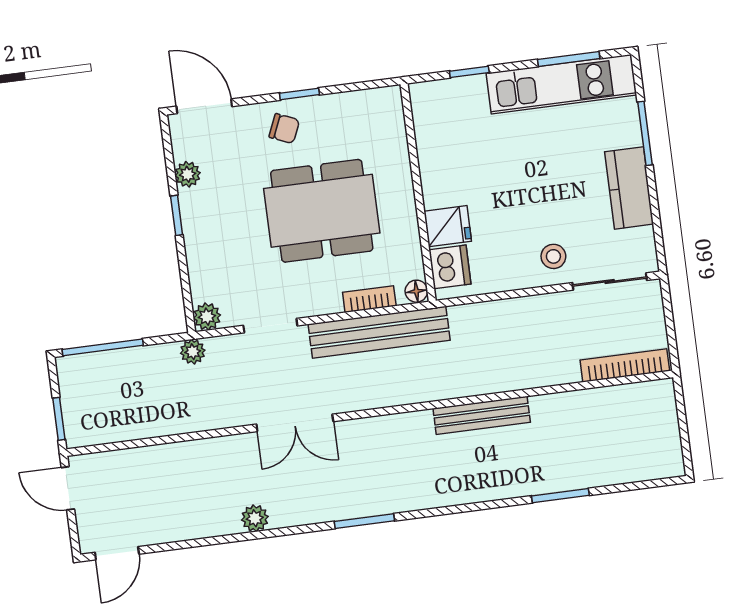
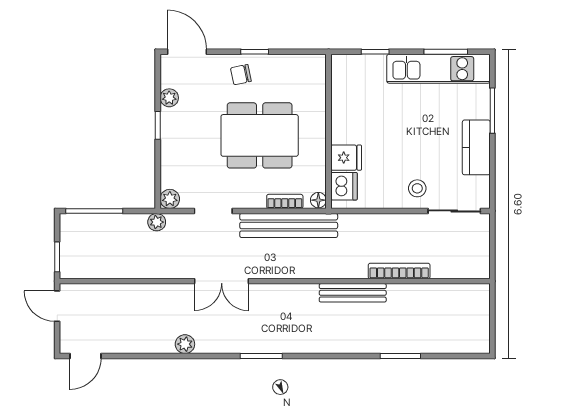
chair: (284, 129) -> (241, 75), turned 145
bookcase: (625, 365) -> (399, 271), moved

